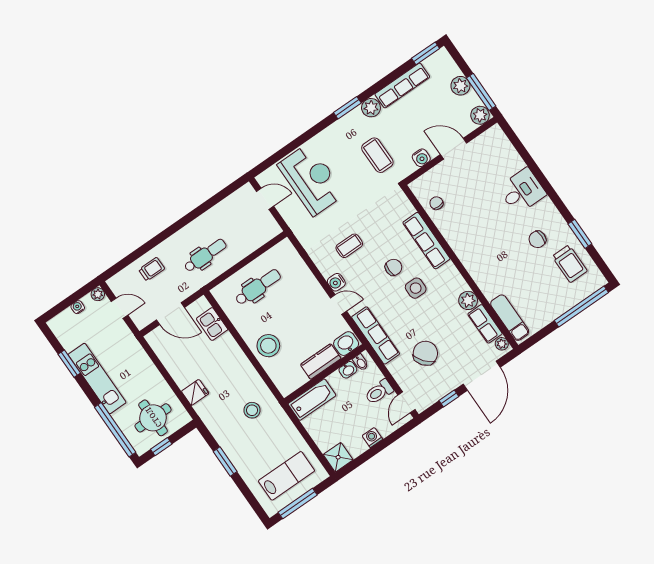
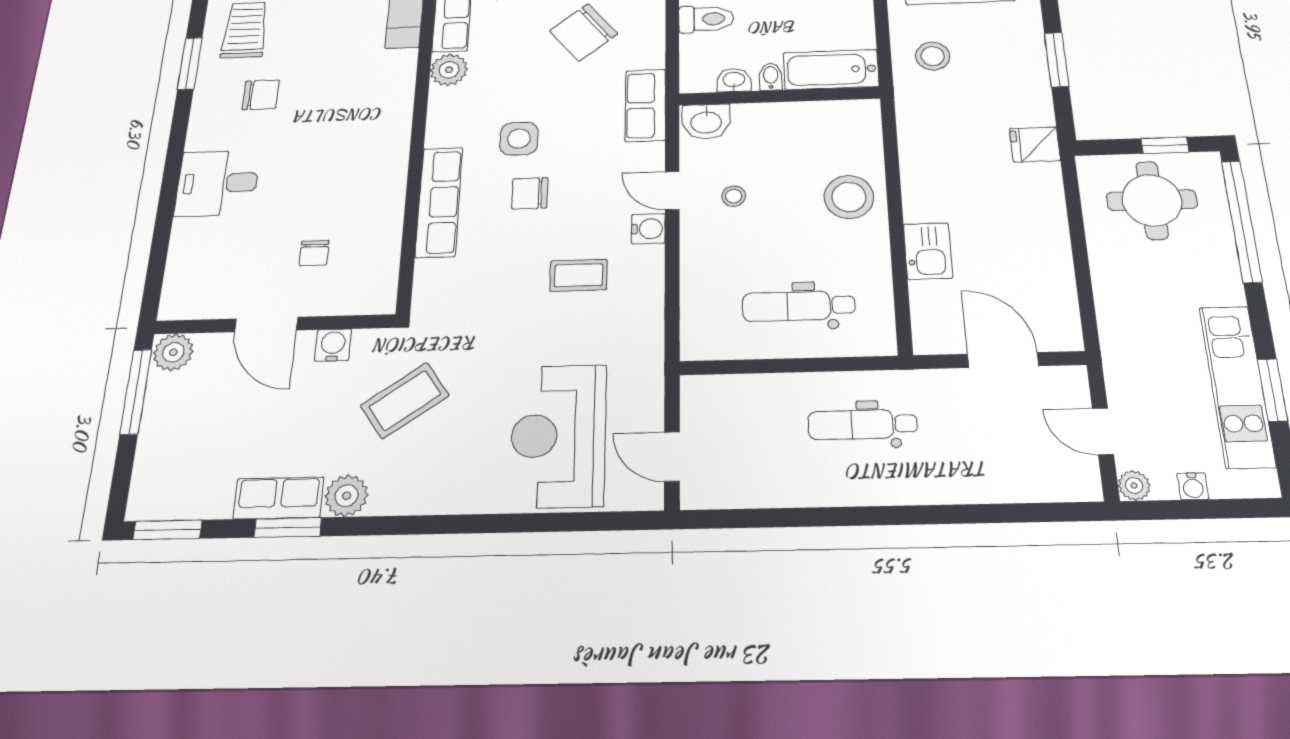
row of seats: (402, 86) -> (278, 498), width x0.68
plant: (460, 86) -> (160, 427), removed
window: (347, 108) -> (288, 527), moved
coffee table: (377, 155) -> (405, 401), turned 55
chair: (436, 203) -> (314, 253), moved
trolley: (152, 269) -> (989, 465), removed
stool: (313, 317) -> (734, 196), added
kitchen sink: (212, 324) -> (928, 251), moved
row of seats: (376, 335) -> (646, 105), width x0.68
kitchen counter: (321, 361) -> (772, 119), removed
bidet: (361, 362) -> (771, 77), moved
kitchen unit: (97, 379) -> (1237, 386), moved
fridge: (195, 392) -> (1035, 144), moved
stool: (252, 410) -> (933, 56), moved

